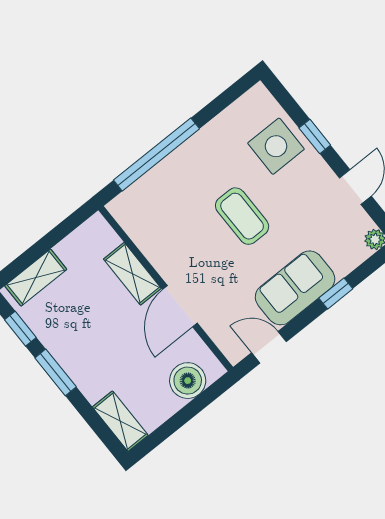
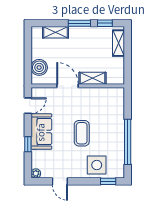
window: (315, 137) -> (108, 181), moved
window: (157, 154) -> (128, 142), moved
coffee table: (242, 216) -> (82, 133), turned 90
shelving: (120, 421) -> (55, 32), moved

